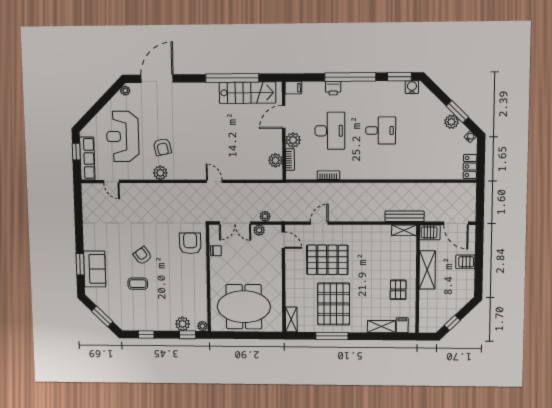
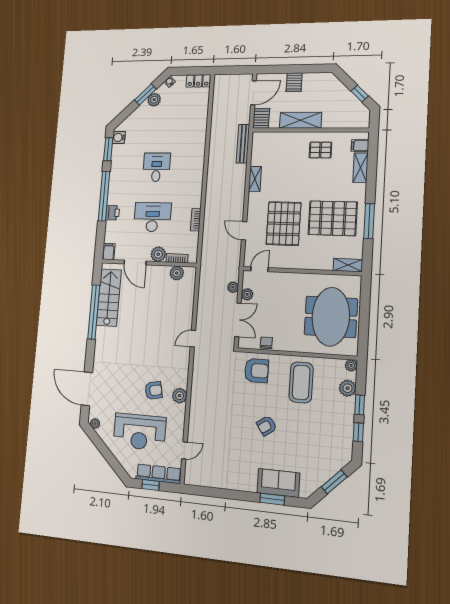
shelving: (404, 230) -> (255, 179), moved
armchair: (190, 243) -> (256, 371), turned 180
coffee table: (138, 284) -> (301, 382), moved, width x1.86, depth x1.72
window: (188, 335) -> (360, 405), moved

